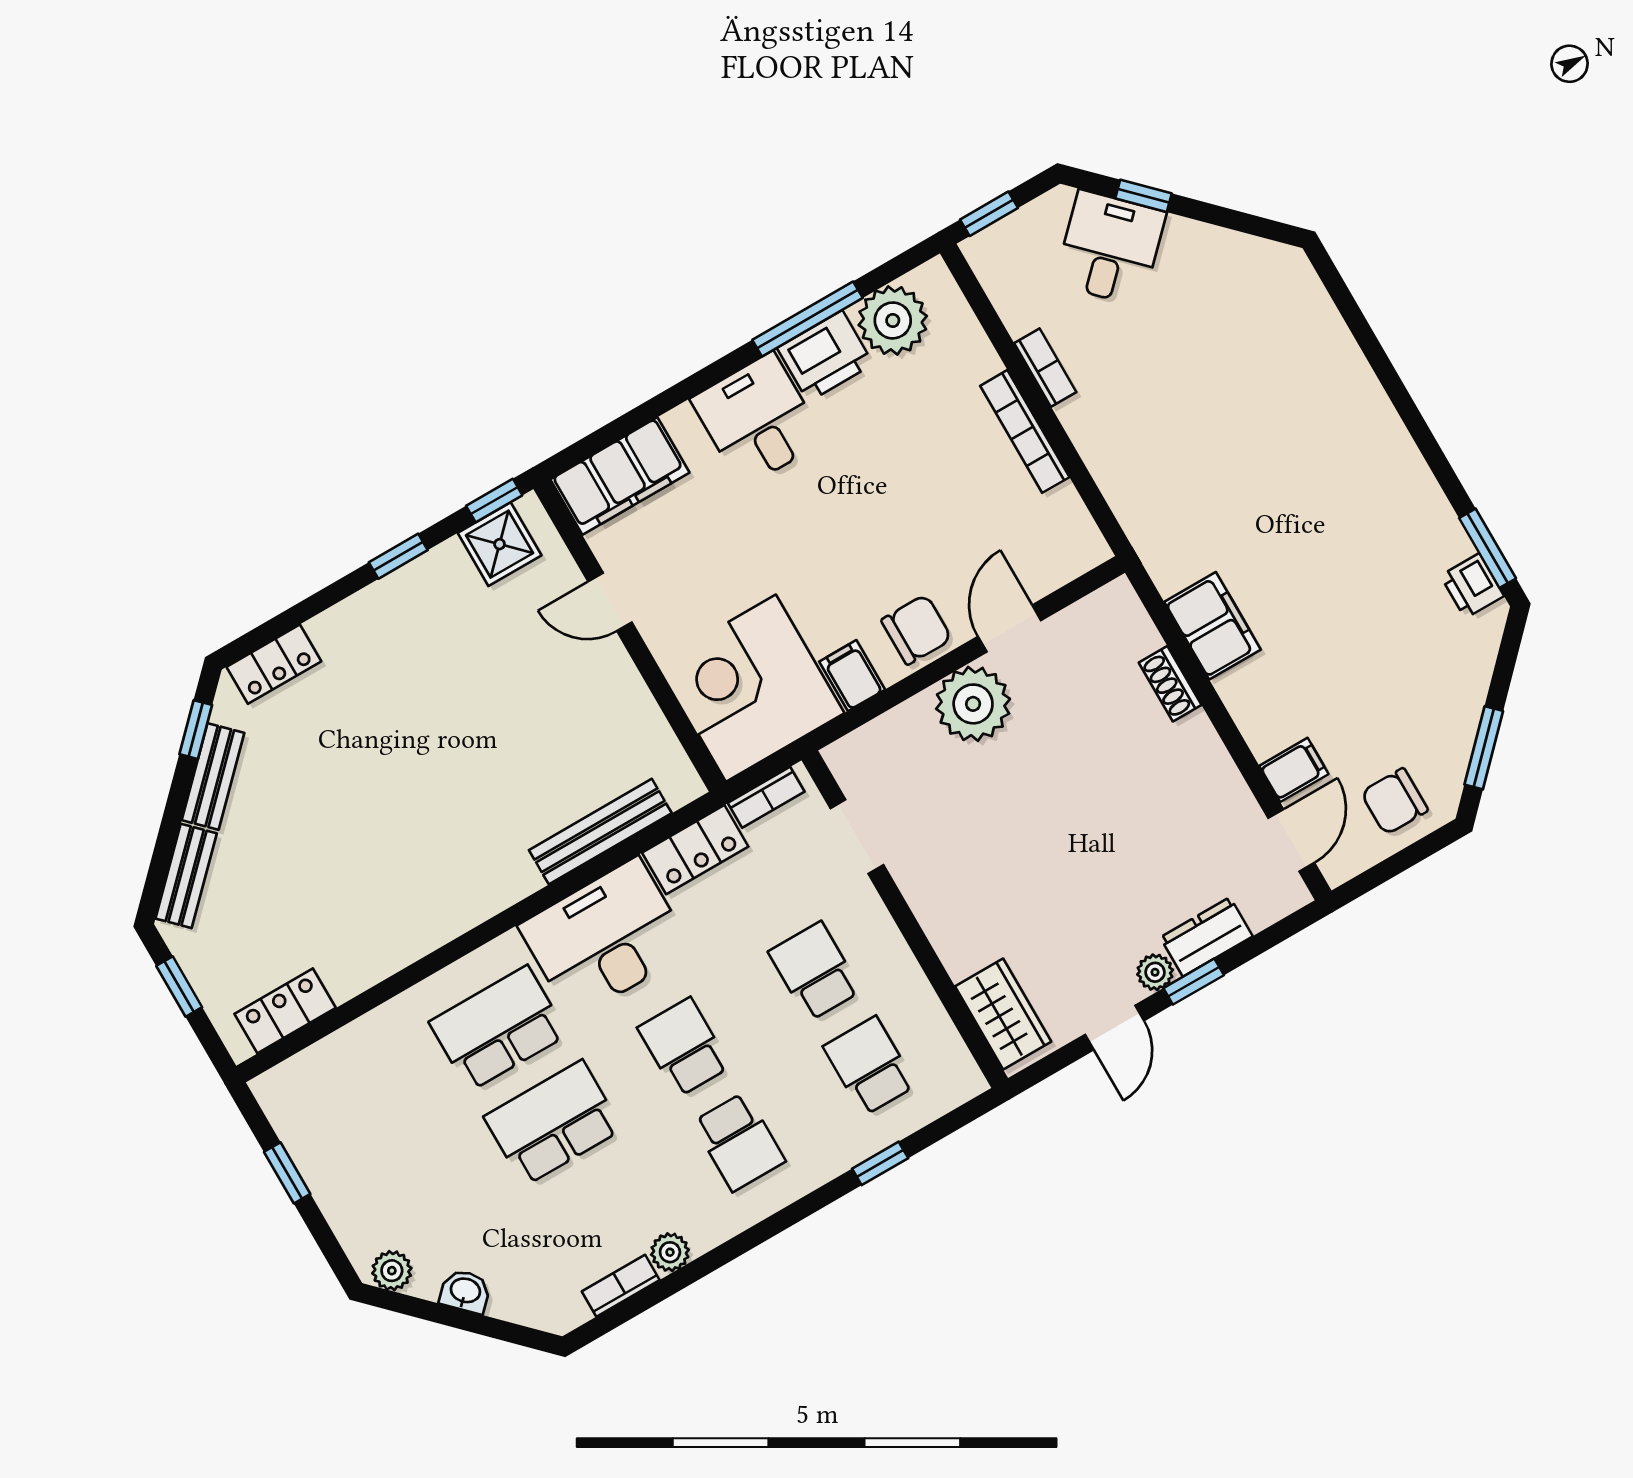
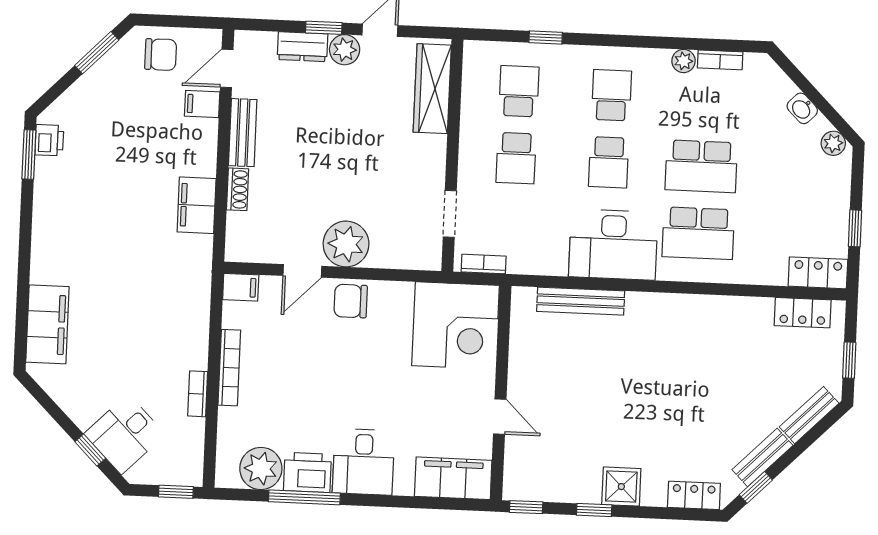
filing cabinet: (1313, 331) -> (47, 324), added
shower: (500, 544) -> (621, 487), moved
filing cabinet: (852, 676) -> (241, 287), moved, turned -90
bench: (1213, 766) -> (243, 133), added
locker: (695, 850) -> (818, 273), moved
plant: (1155, 972) -> (345, 50), width x1.38, depth x1.38
wardrobe: (1003, 1014) -> (432, 89), width x1.50
school desk: (870, 1066) -> (519, 91), turned 180

